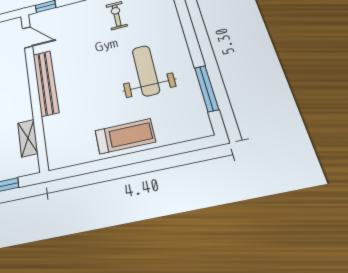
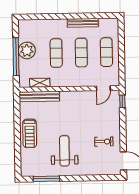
weight bench: (146, 70) -> (64, 151), turned -90
bench: (46, 83) -> (39, 96), moved

